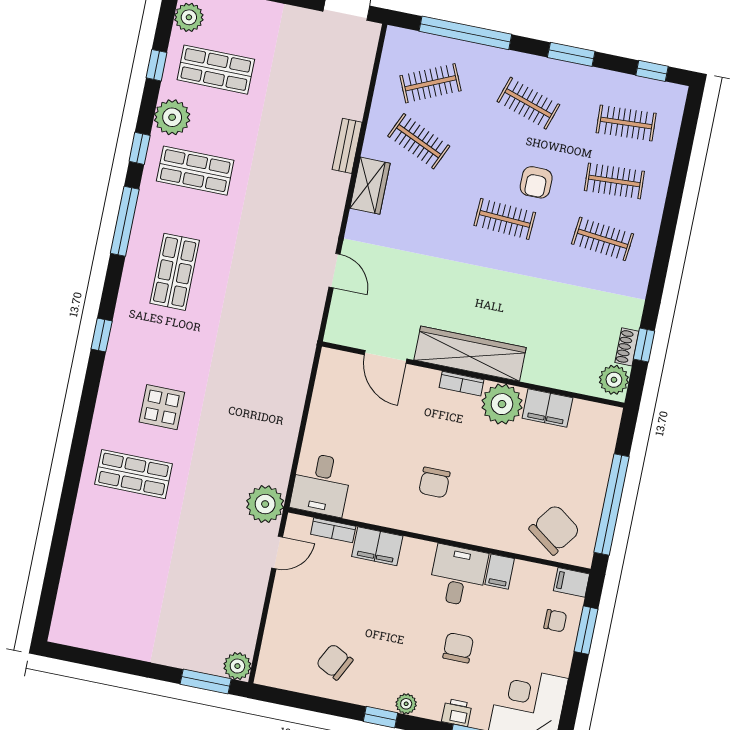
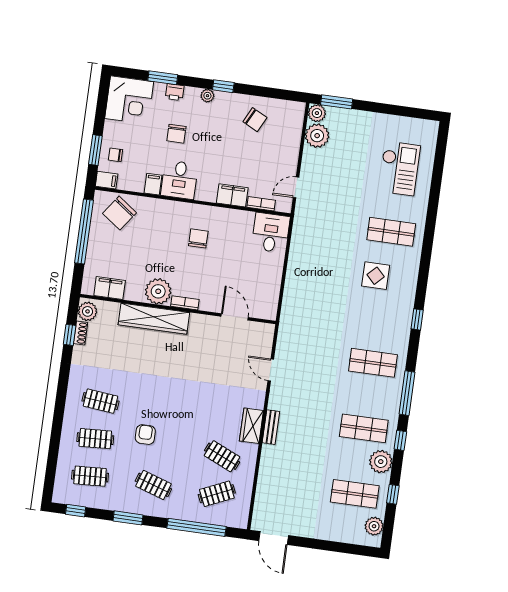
bench: (347, 146) -> (271, 427), moved
clothes rail: (505, 219) -> (164, 410), removed
shop shelf: (175, 272) -> (373, 363), turned 90
wardrobe: (470, 354) -> (154, 319), moved
filing cabinet: (547, 408) -> (110, 288), moved
plant: (265, 504) -> (317, 136), moved
checkout: (115, 572) -> (399, 168), added

